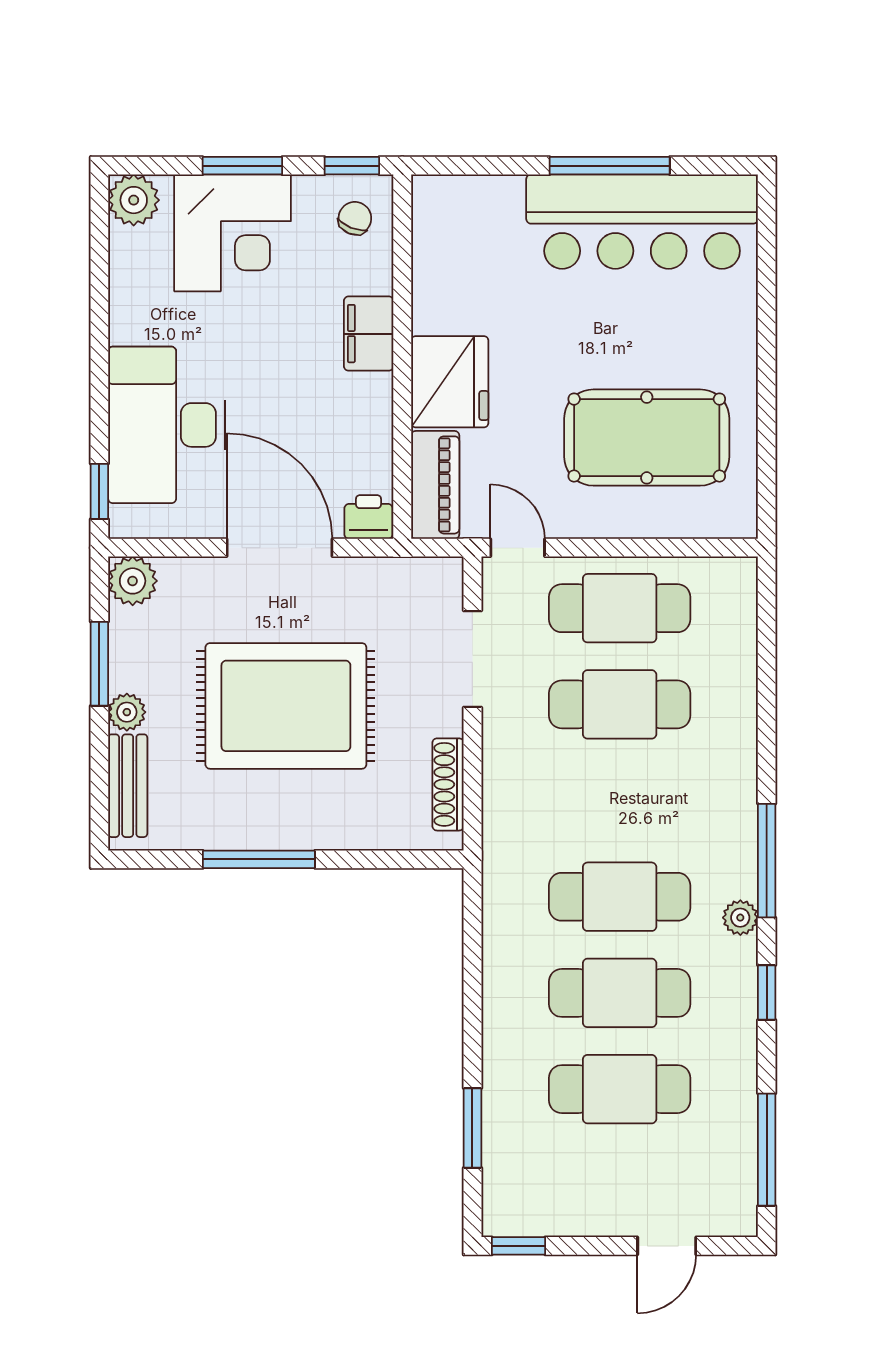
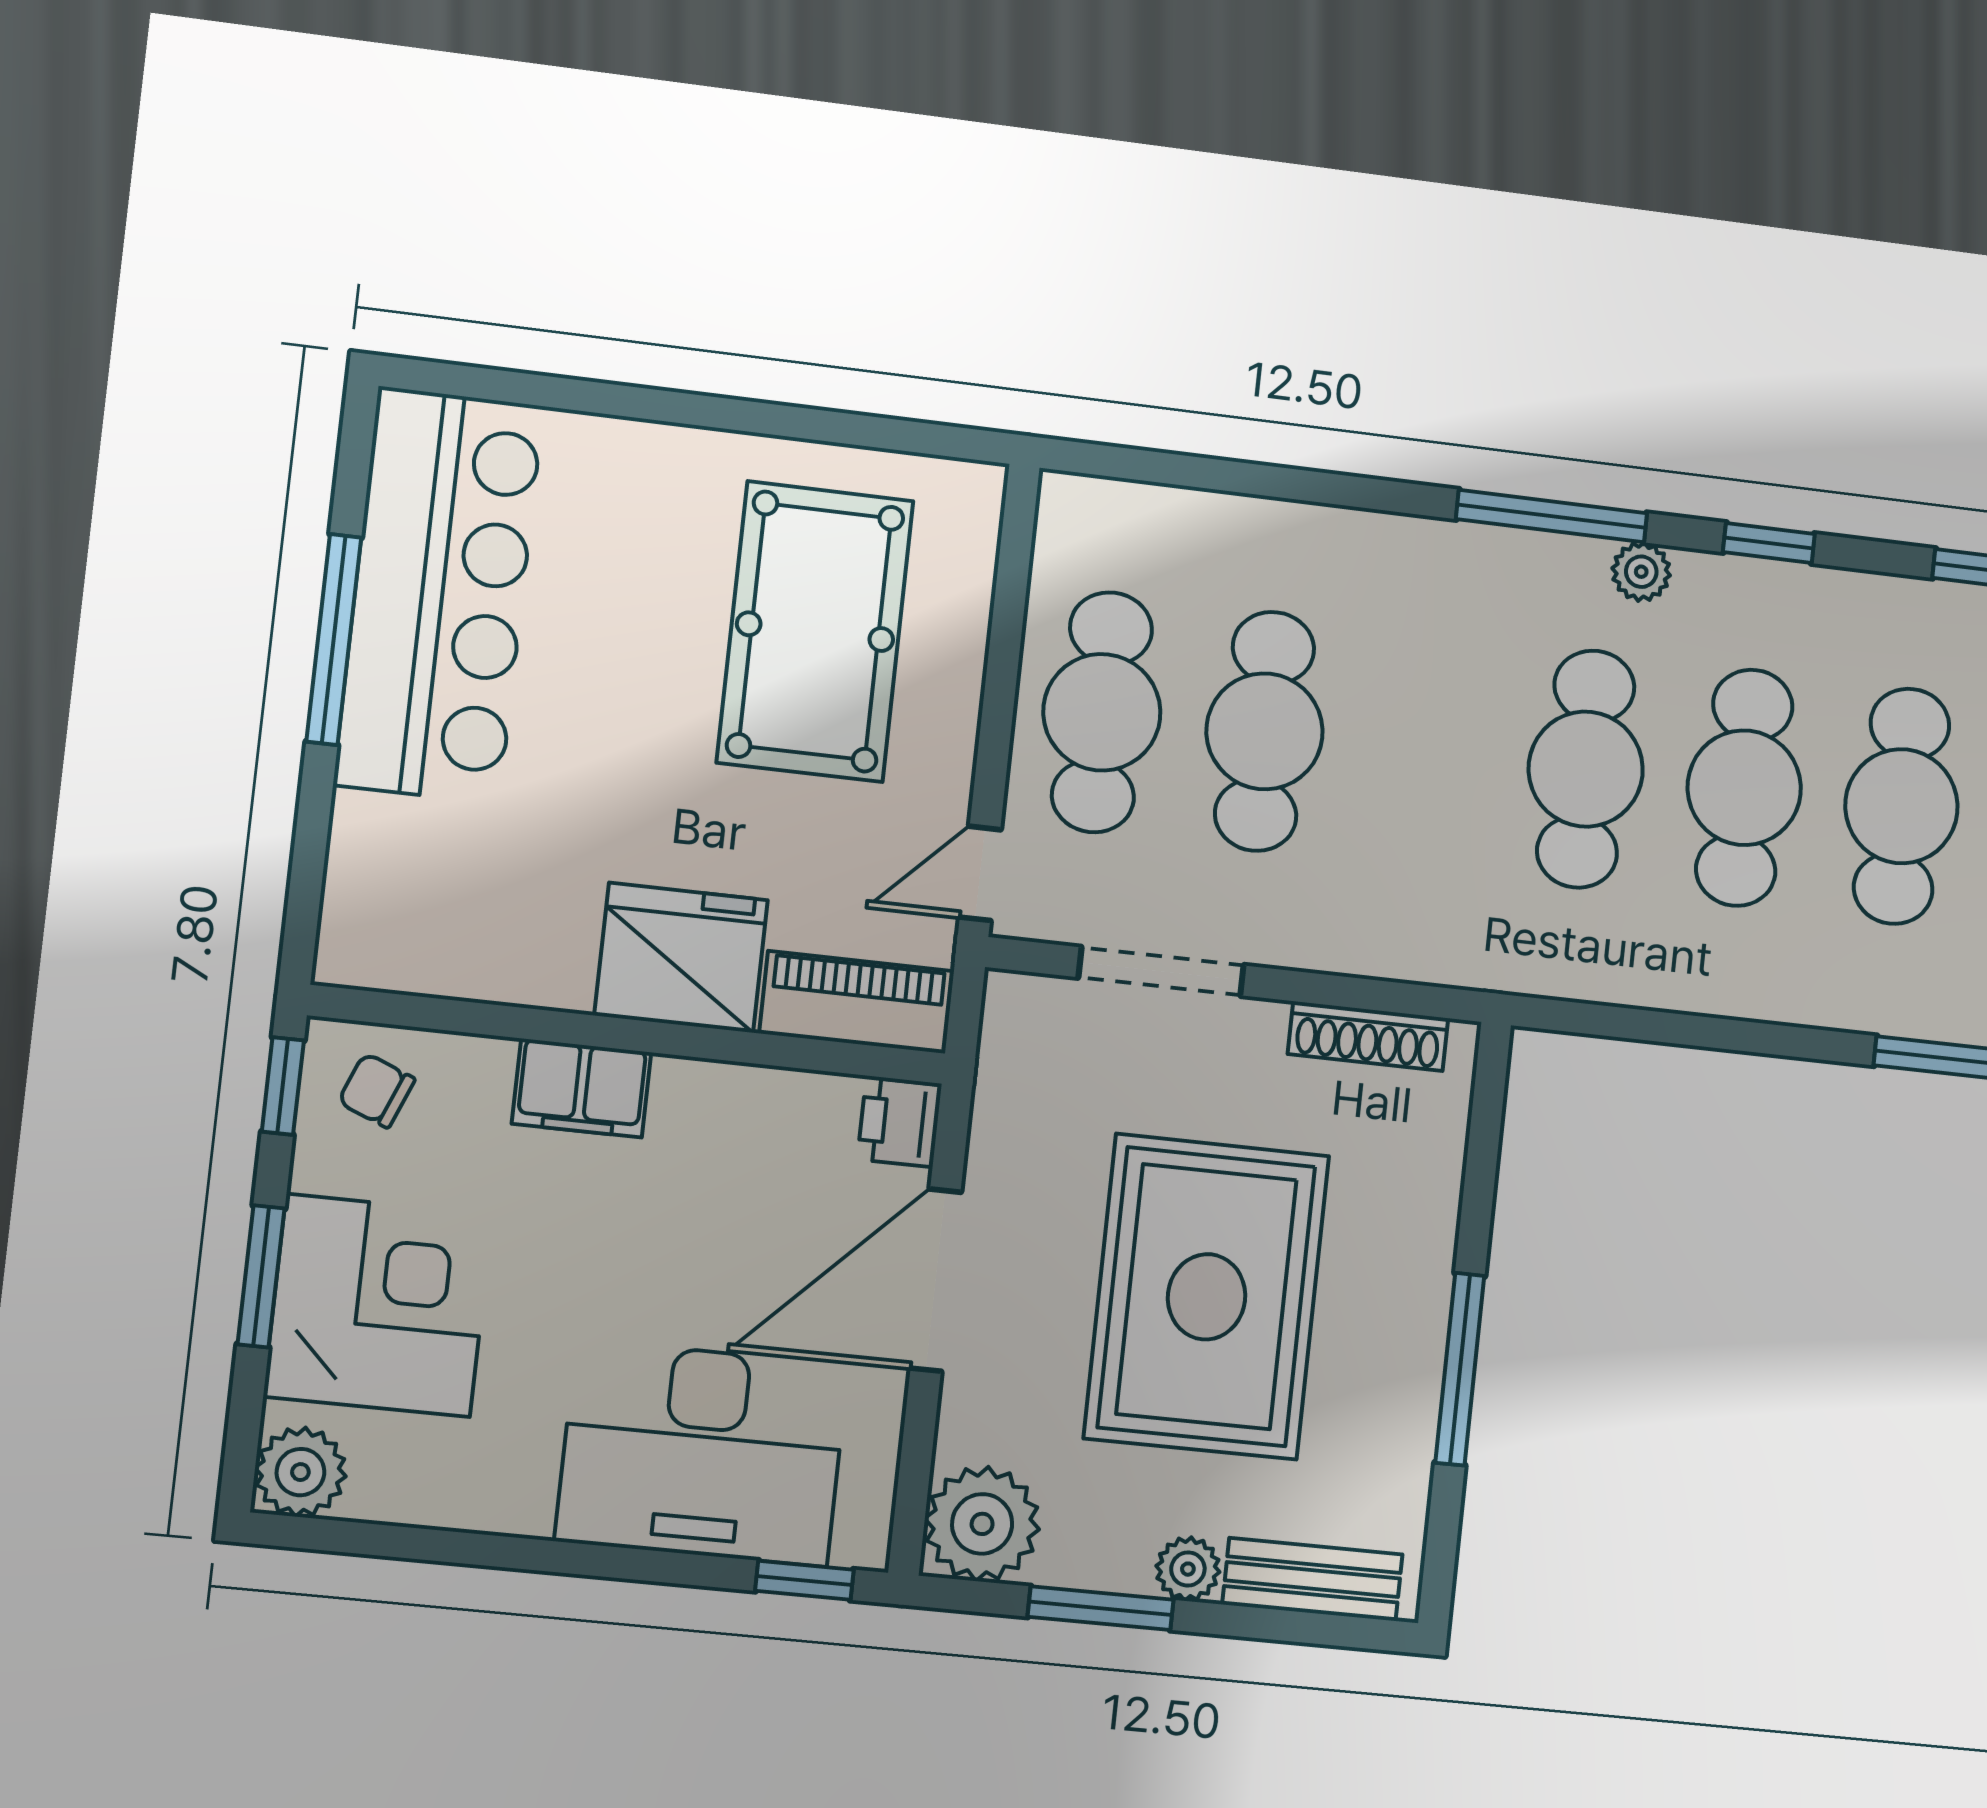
plant: (133, 581) -> (982, 1524), width x1.36, depth x1.36

